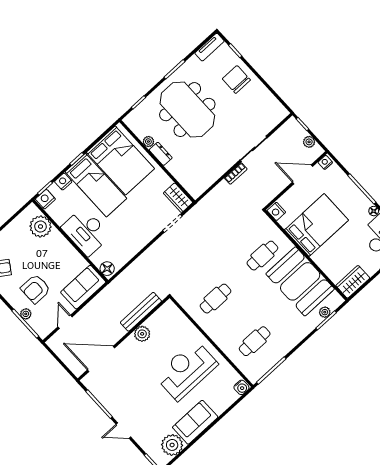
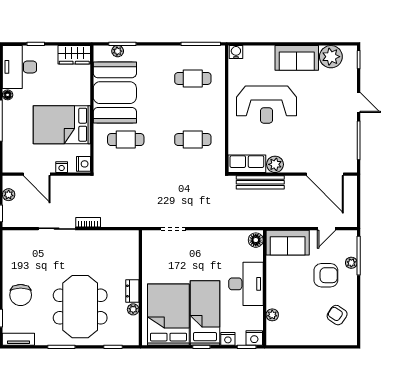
nightstand: (325, 162) -> (62, 167), moved
wardrobe: (178, 198) -> (150, 245), removed
plant: (41, 226) -> (272, 315), width x0.53, depth x0.53
row of seats: (162, 316) -> (247, 164), added

